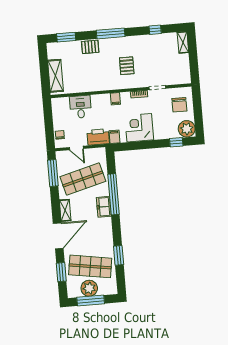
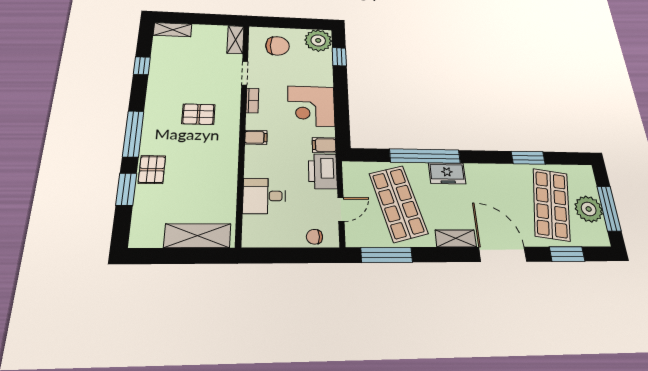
window: (66, 37) -> (126, 189), moved
shelving: (181, 80) -> (235, 40), added

